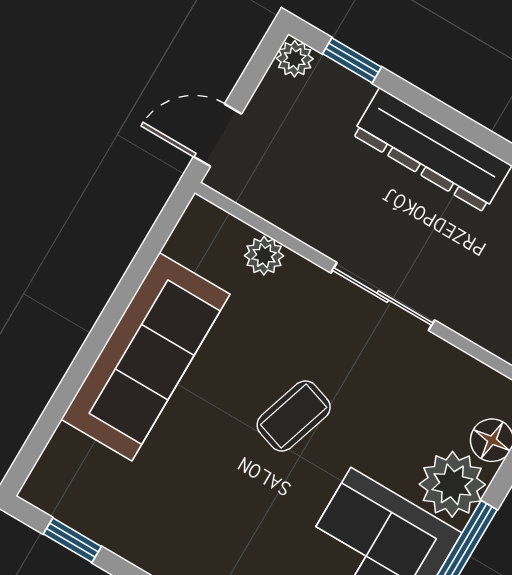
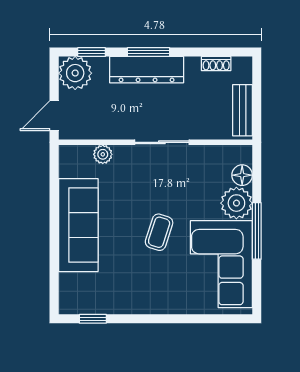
plant: (295, 59) -> (75, 73), width x1.88, depth x1.88
window: (454, 121) -> (148, 52), added
coffee table: (294, 416) -> (159, 232), moved

